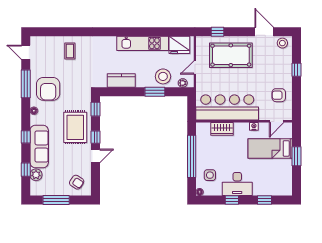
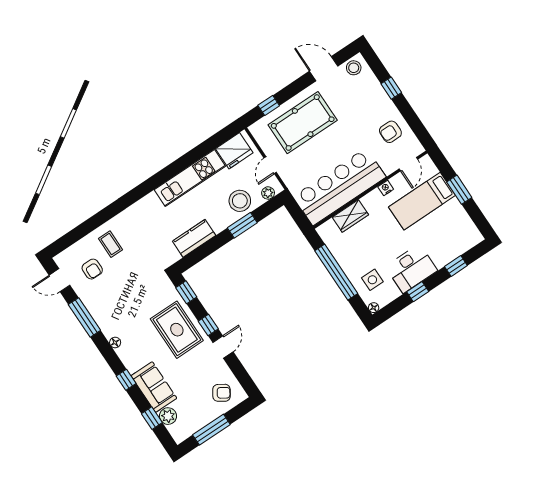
armchair: (48, 89) -> (92, 269), moved, width x0.53, depth x0.53
sofa: (39, 146) -> (154, 387), width x0.73

